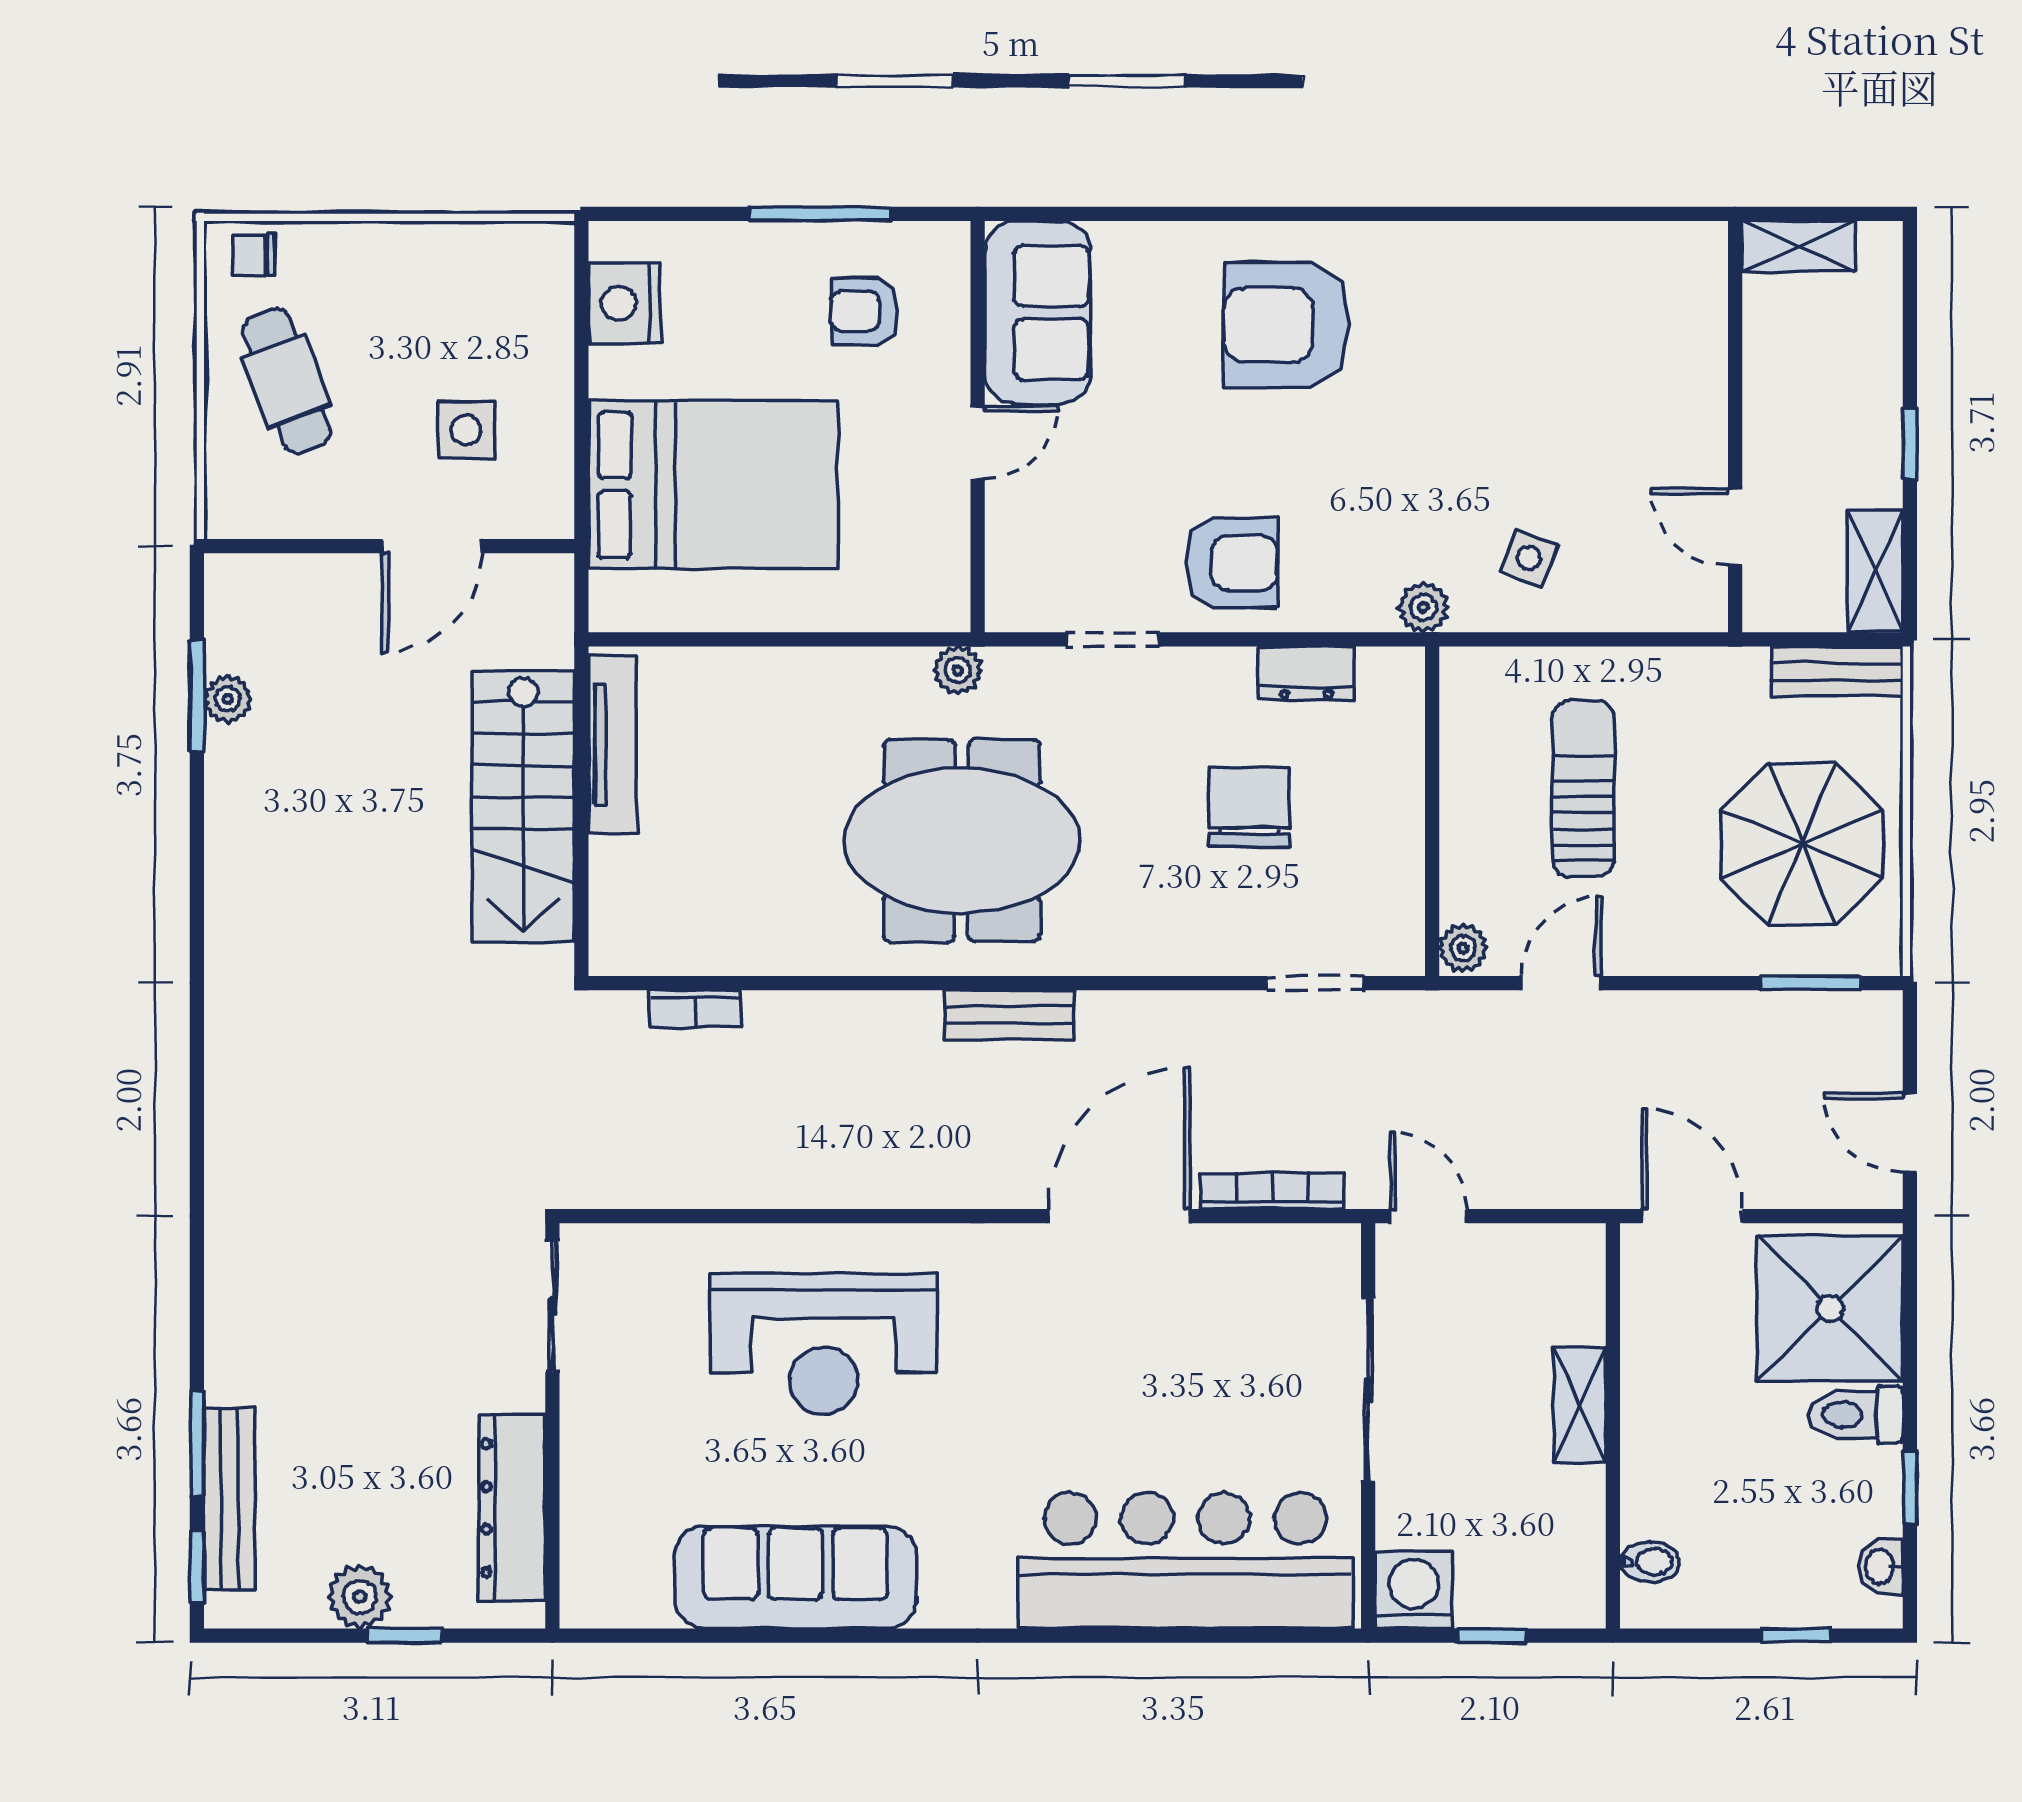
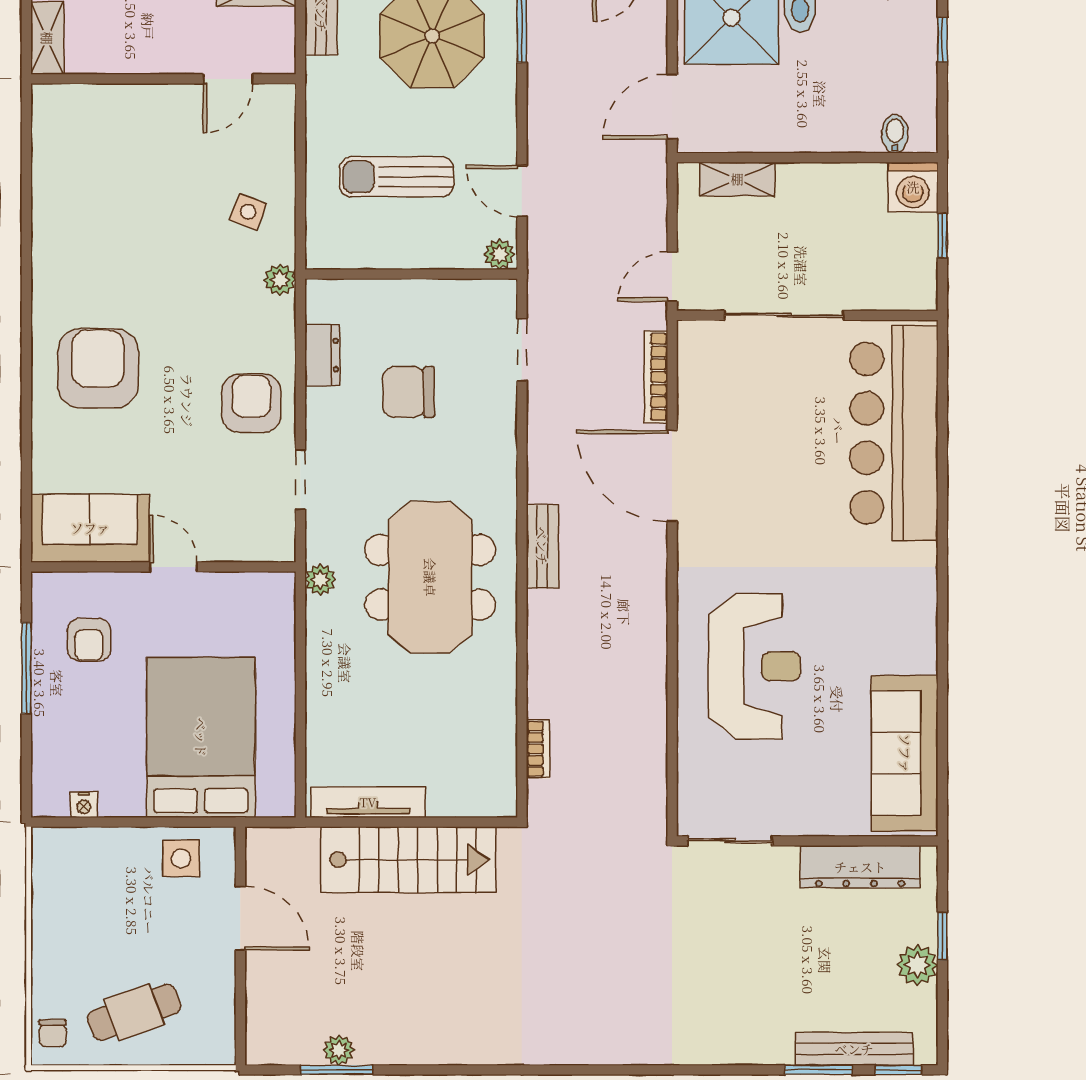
nightstand: (624, 303) -> (84, 805), width x0.53, depth x0.56
armchair: (1286, 325) -> (98, 368), turned 180
side table: (466, 430) -> (181, 859), moved
shelving: (1580, 1405) -> (737, 179), moved
sofa: (795, 1577) -> (905, 753), moved
washing machine: (1414, 1590) -> (913, 187), moved, turned -90

